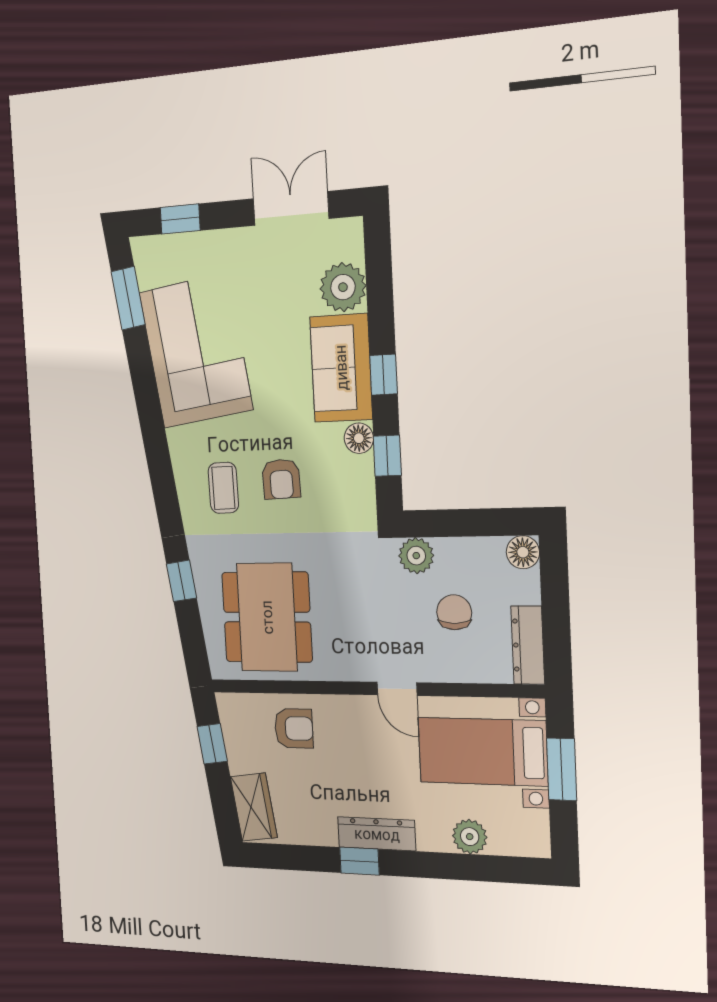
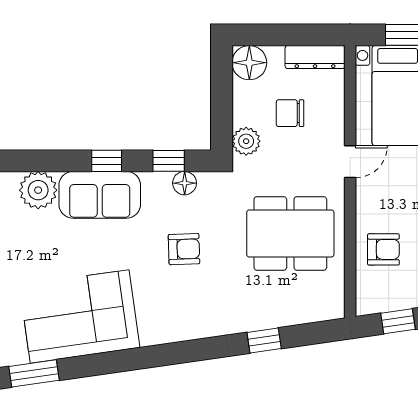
floor lamp: (359, 438) -> (185, 183), moved
coffee table: (223, 488) -> (190, 299), removed
floor lamp: (523, 552) -> (249, 63), width x1.38, depth x1.38
dining table: (267, 617) -> (290, 233), moved
armchair: (294, 728) -> (383, 249), turned 90

